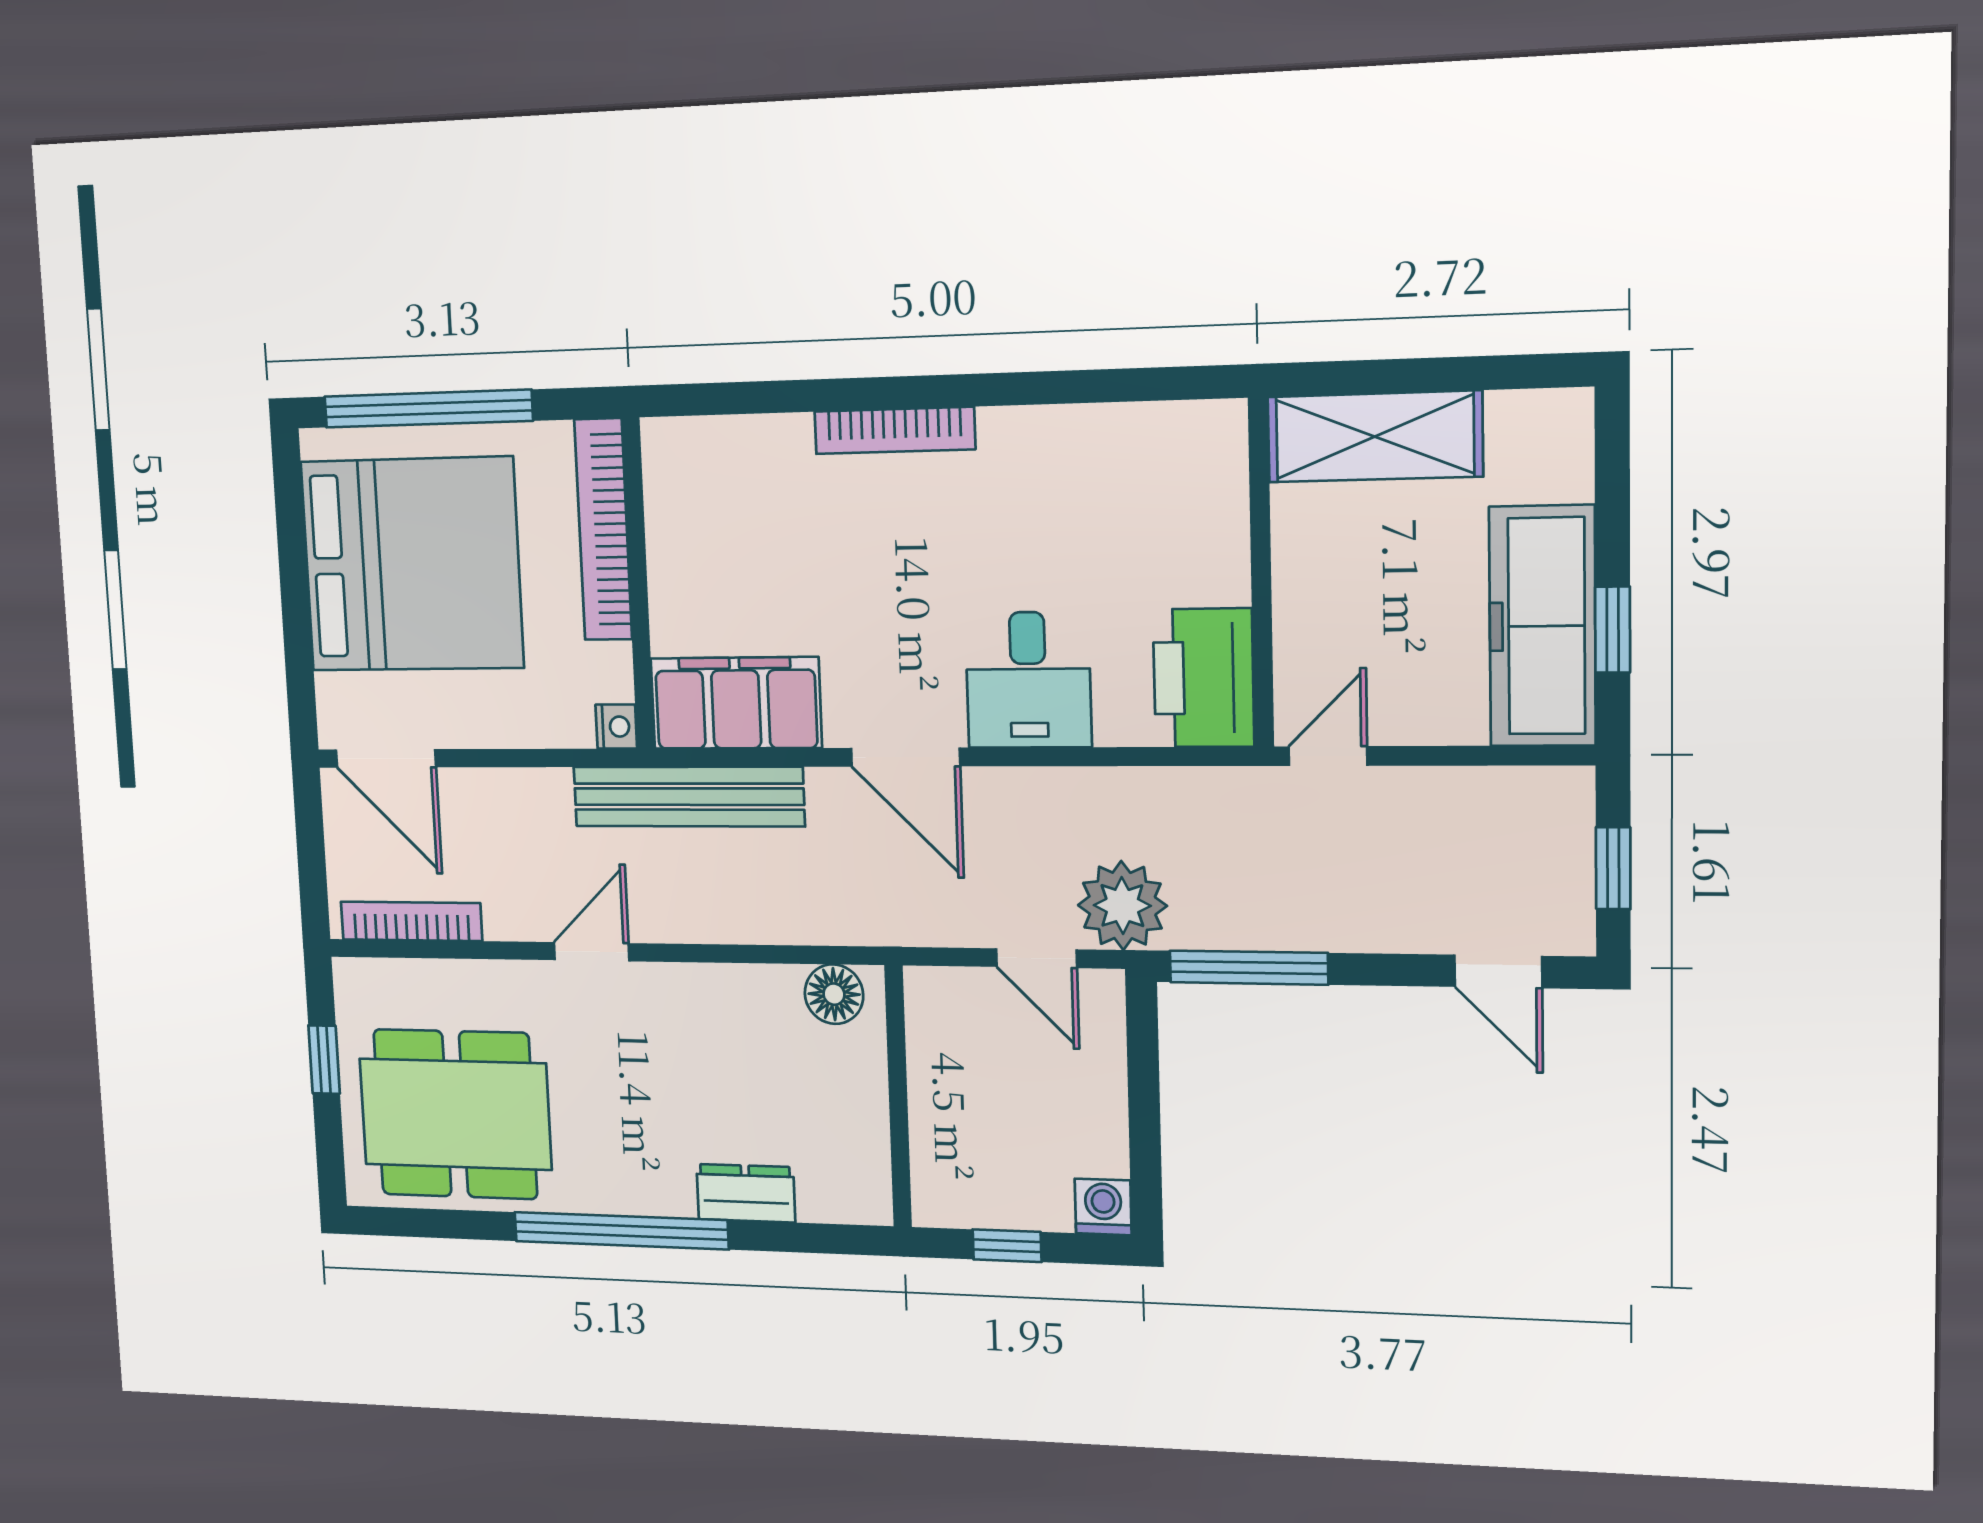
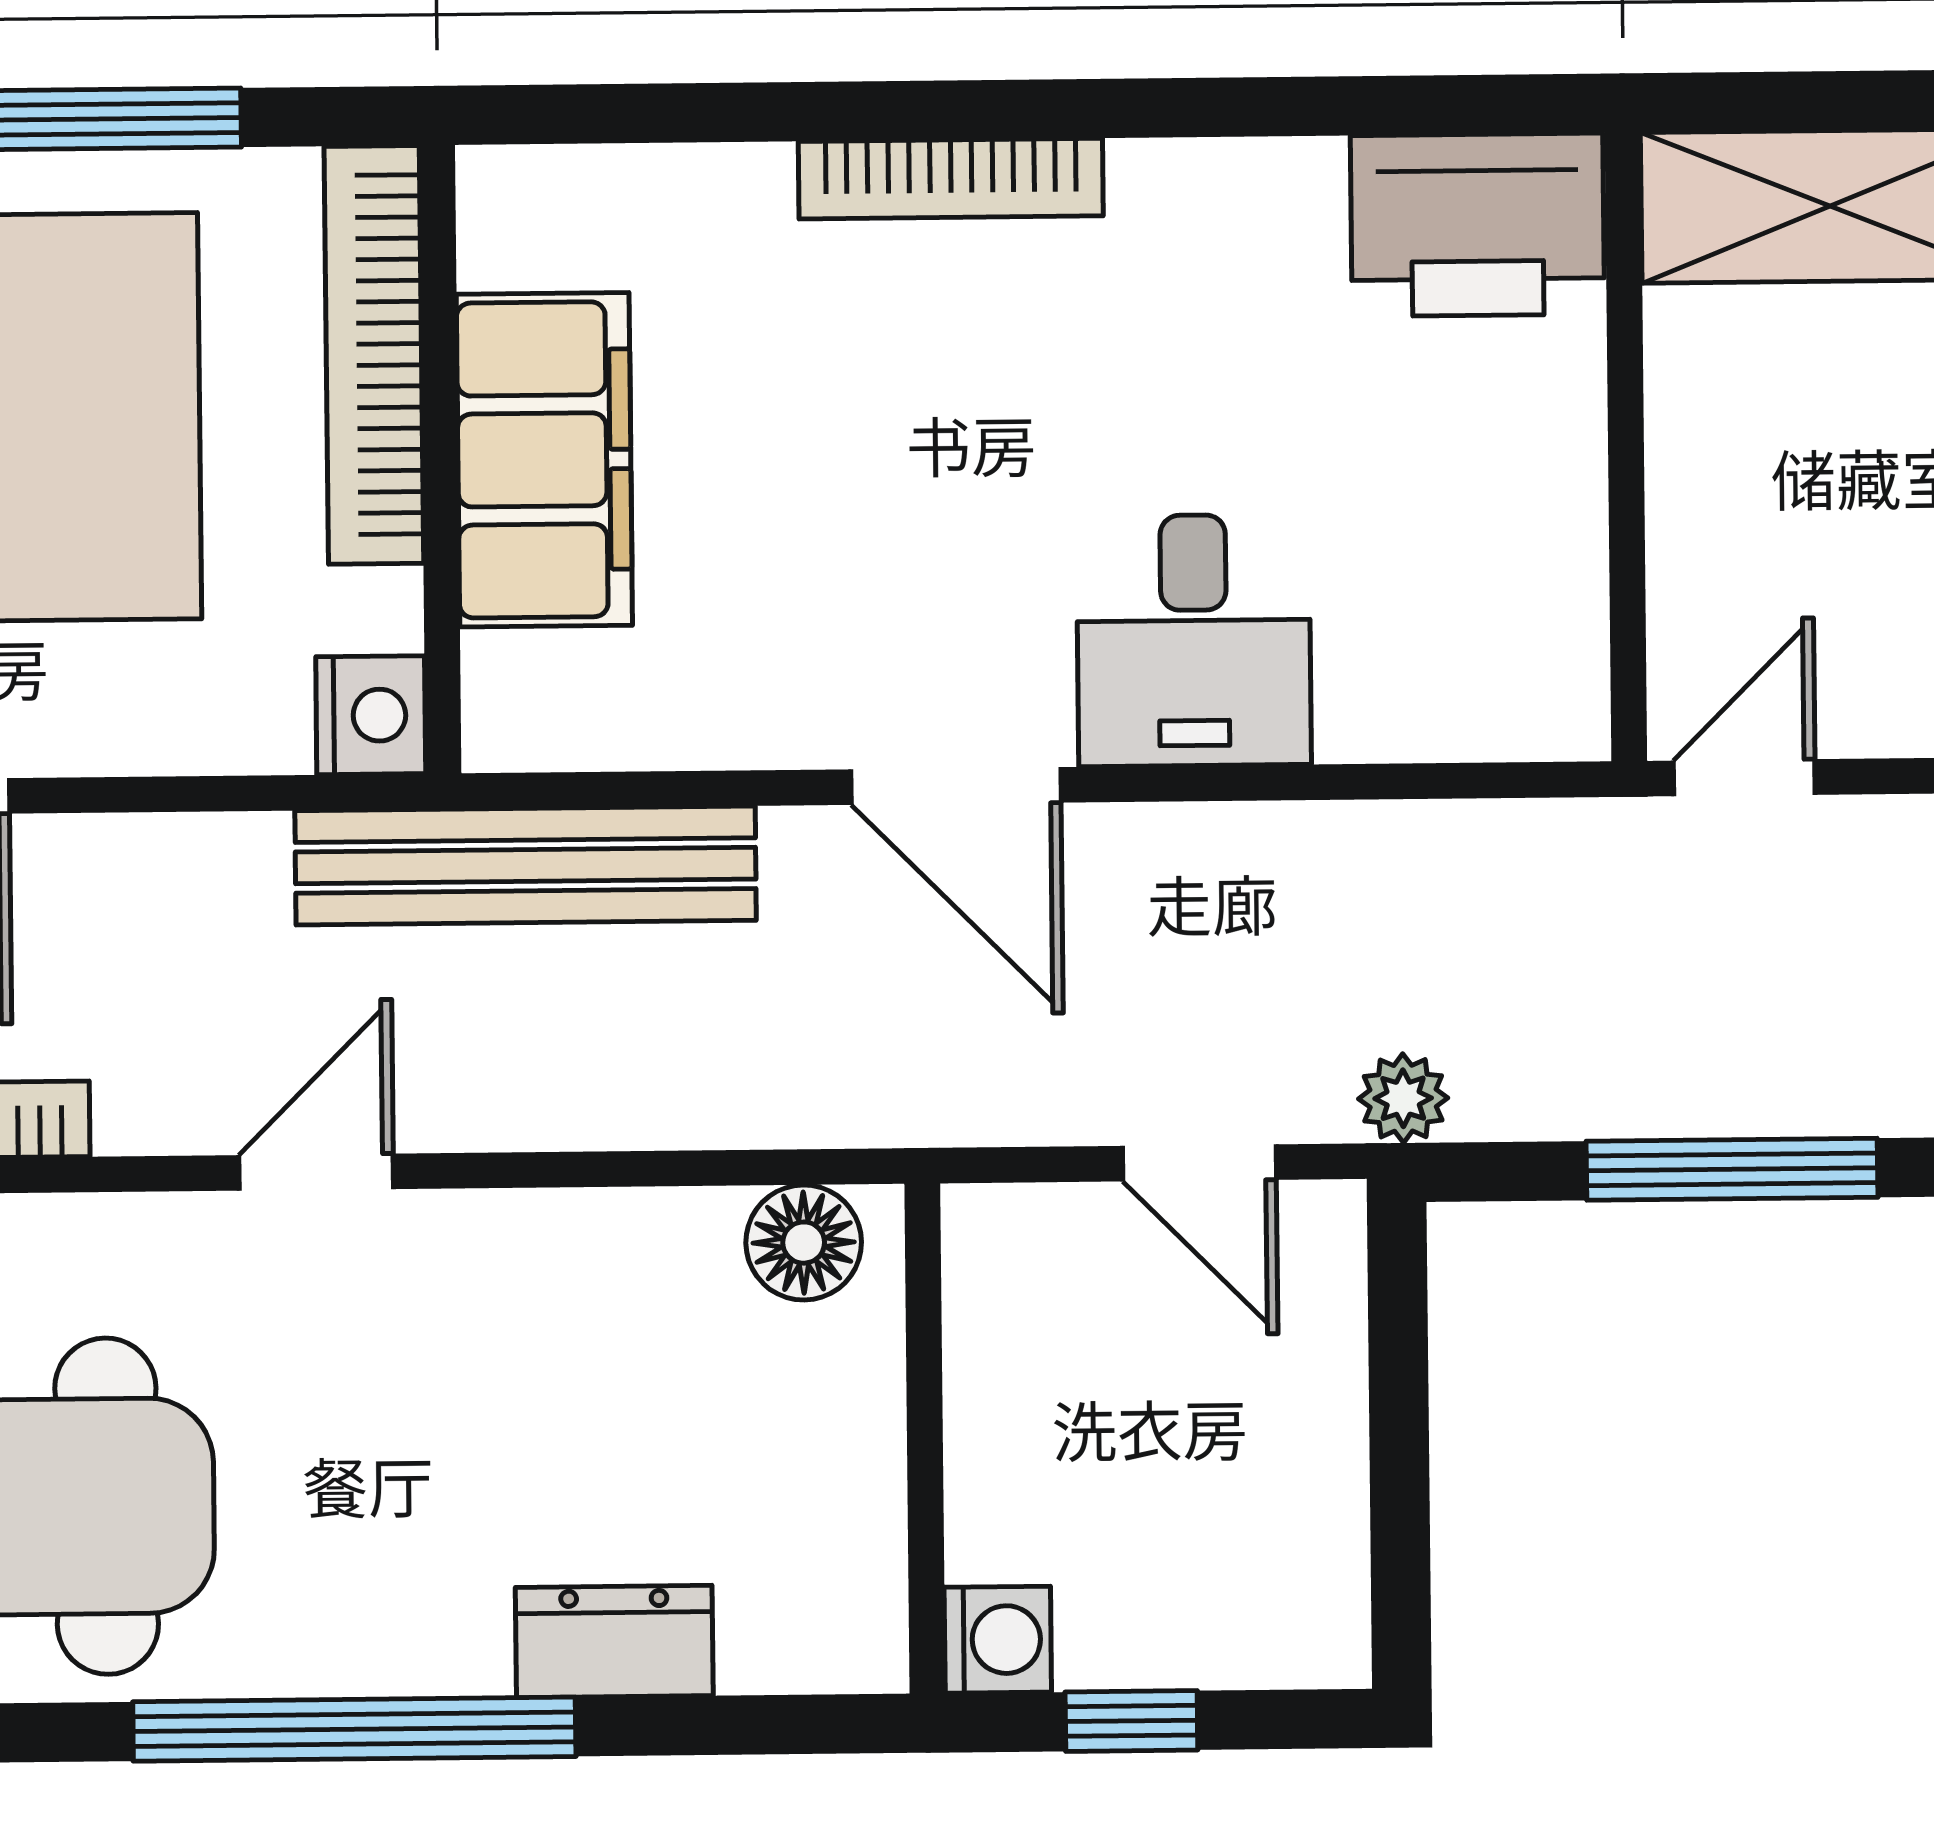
printer: (1204, 678) -> (1477, 225), moved, turned -90
filing cabinet: (736, 703) -> (544, 460), moved, turned 90
nightstand: (616, 727) -> (371, 715), width x1.39, depth x1.35
plant: (1122, 906) -> (1403, 1098), width x0.53, depth x0.53
window: (1249, 968) -> (1732, 1169), moved
washing machine: (1103, 1207) -> (998, 1640), moved, turned 90

